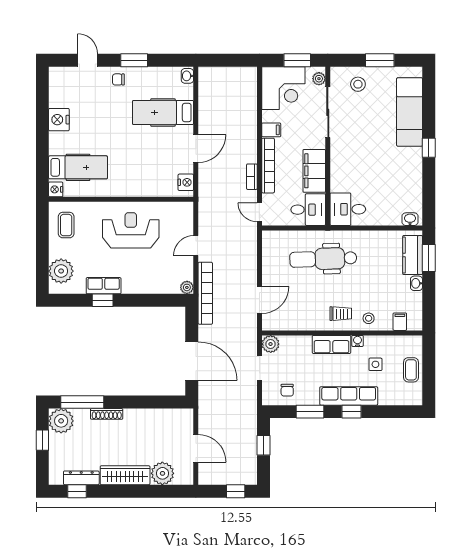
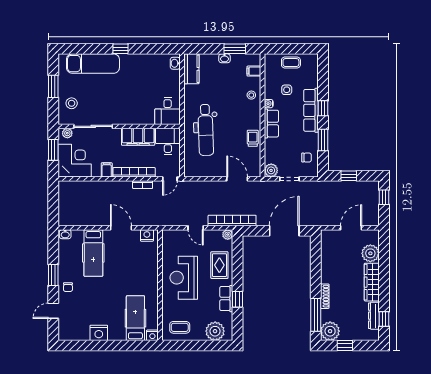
kitchen counter: (413, 255) -> (191, 69), moved, turned -90
window: (429, 258) -> (235, 49), moved
rug: (147, 277) -> (219, 265), added
trolley: (341, 314) -> (253, 138), moved

